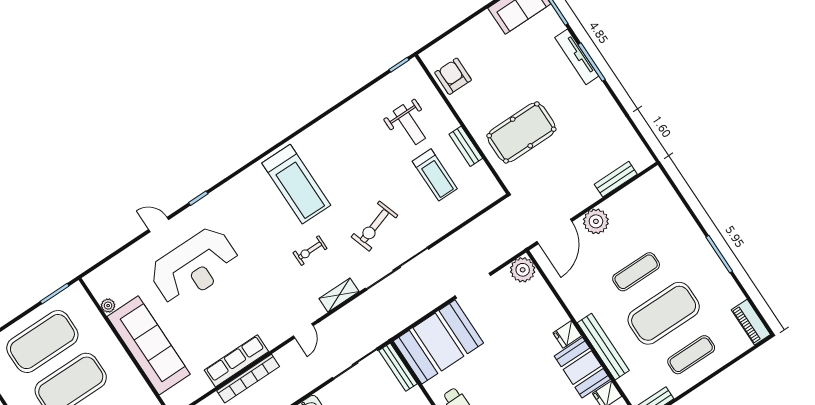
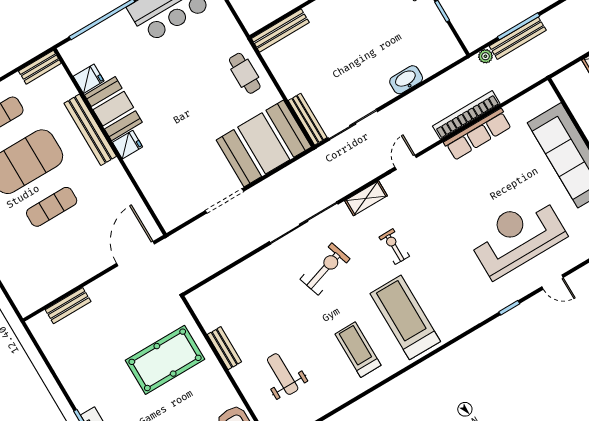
treadmill: (435, 175) -> (358, 350), moved
plant: (596, 221) -> (91, 262), removed
exercise bike: (310, 251) -> (394, 247), turned -90
plant: (523, 270) -> (171, 215), removed

